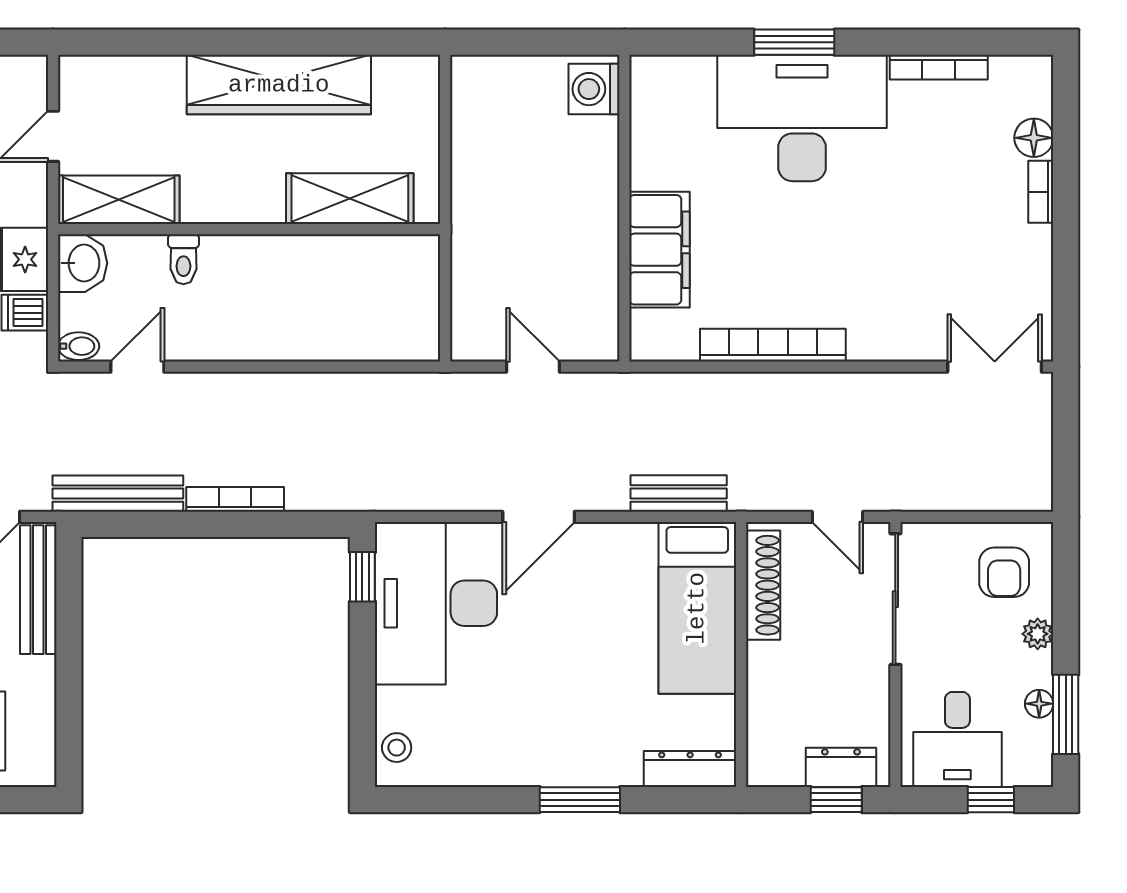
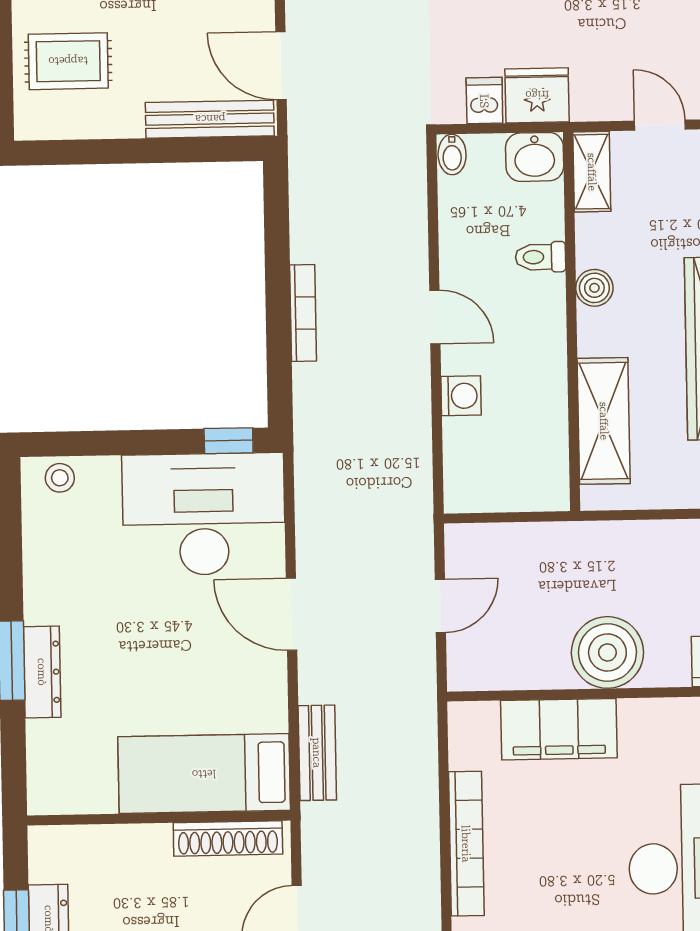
boiler: (583, 199) -> (607, 652), added
shelving: (119, 200) -> (592, 172), width x0.67, depth x0.75
boiler: (216, 205) -> (594, 288), added
washing machine: (322, 342) -> (461, 396), added
door: (137, 367) -> (435, 317), moved
bench: (118, 494) -> (307, 196), removed
dresser: (690, 769) -> (42, 672), moved

